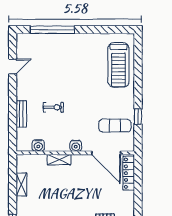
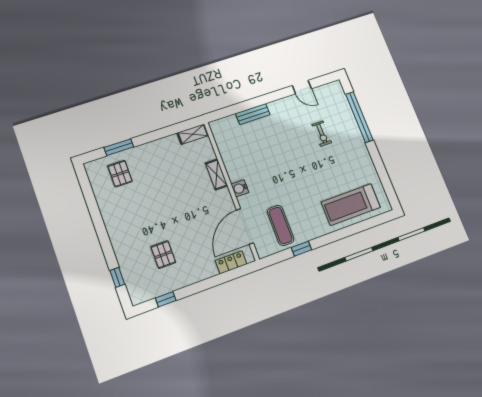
exercise bike: (53, 107) -> (322, 134), moved
water cooler: (38, 146) -> (224, 145), removed
locker: (129, 173) -> (231, 262), width x0.66
shelving: (21, 184) -> (193, 134), moved

